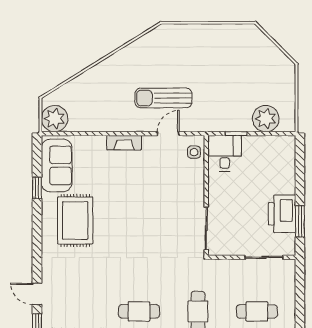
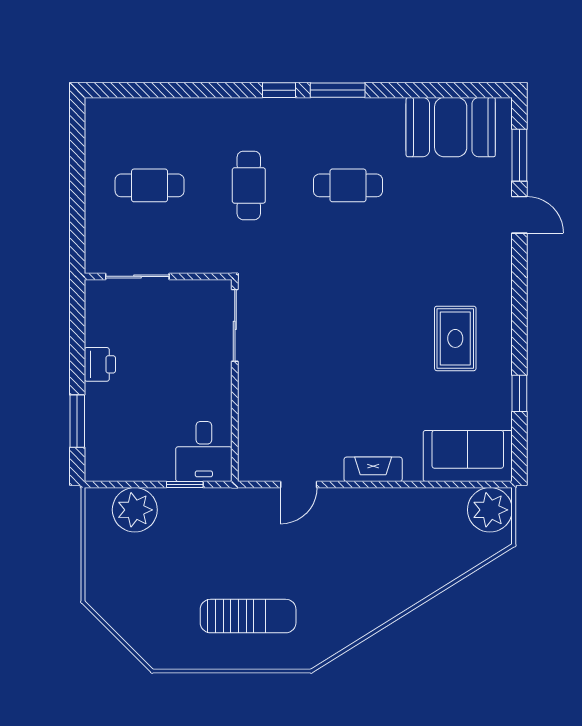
sun lounger: (163, 98) -> (248, 616), moved
side table: (194, 152) -> (255, 453), removed
sofa: (57, 165) -> (468, 456), moved, turned 90
printer: (282, 214) -> (100, 364), width x0.53, depth x0.68
rug: (75, 220) -> (455, 338), width x0.73, depth x0.70
window: (300, 221) -> (77, 421), moved

